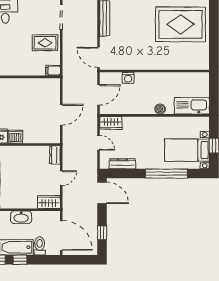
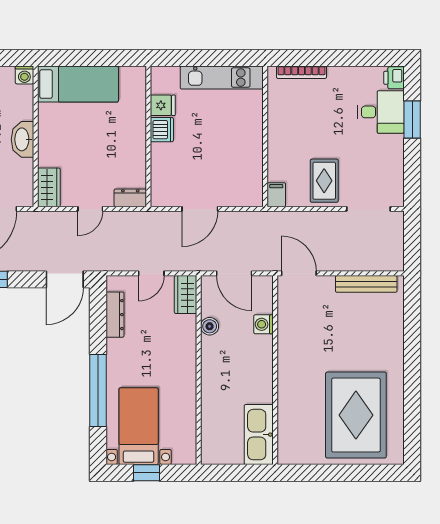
door: (99, 57) -> (299, 273), hinge flipped
kitchen sink: (192, 106) -> (259, 435), moved, turned 180
boiler: (160, 109) -> (210, 326), moved
door: (61, 115) -> (200, 209), hinge flipped
door: (61, 178) -> (90, 209), hinge flipped

